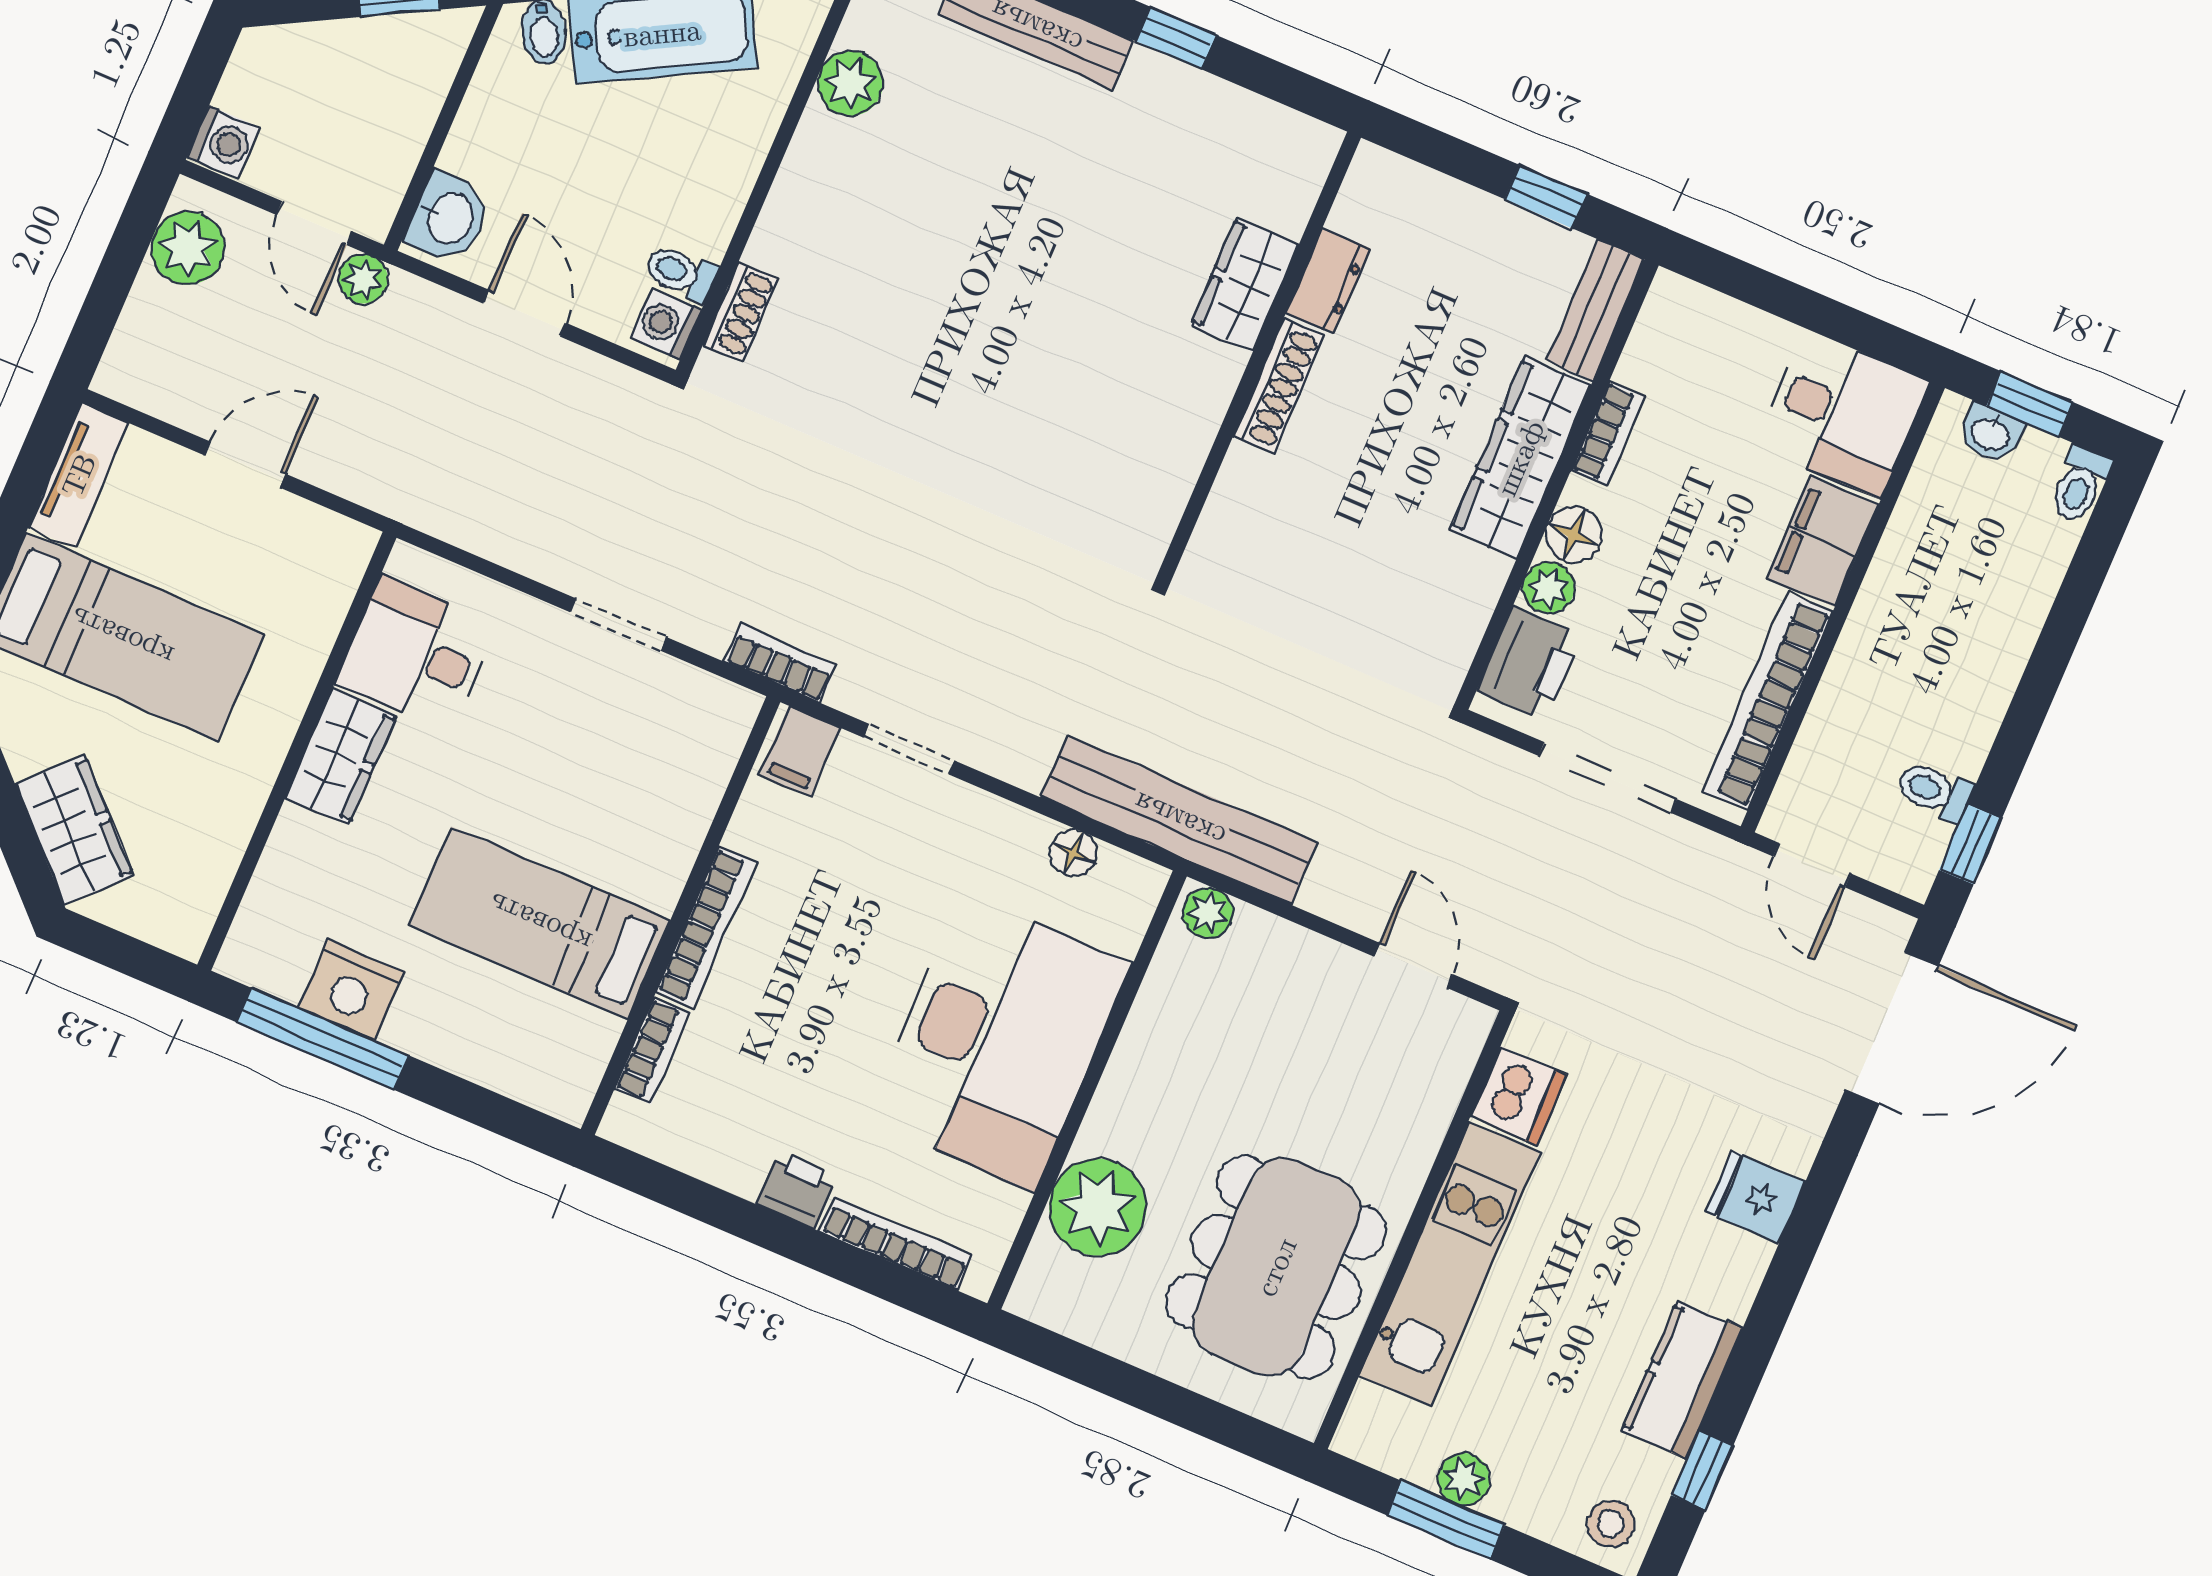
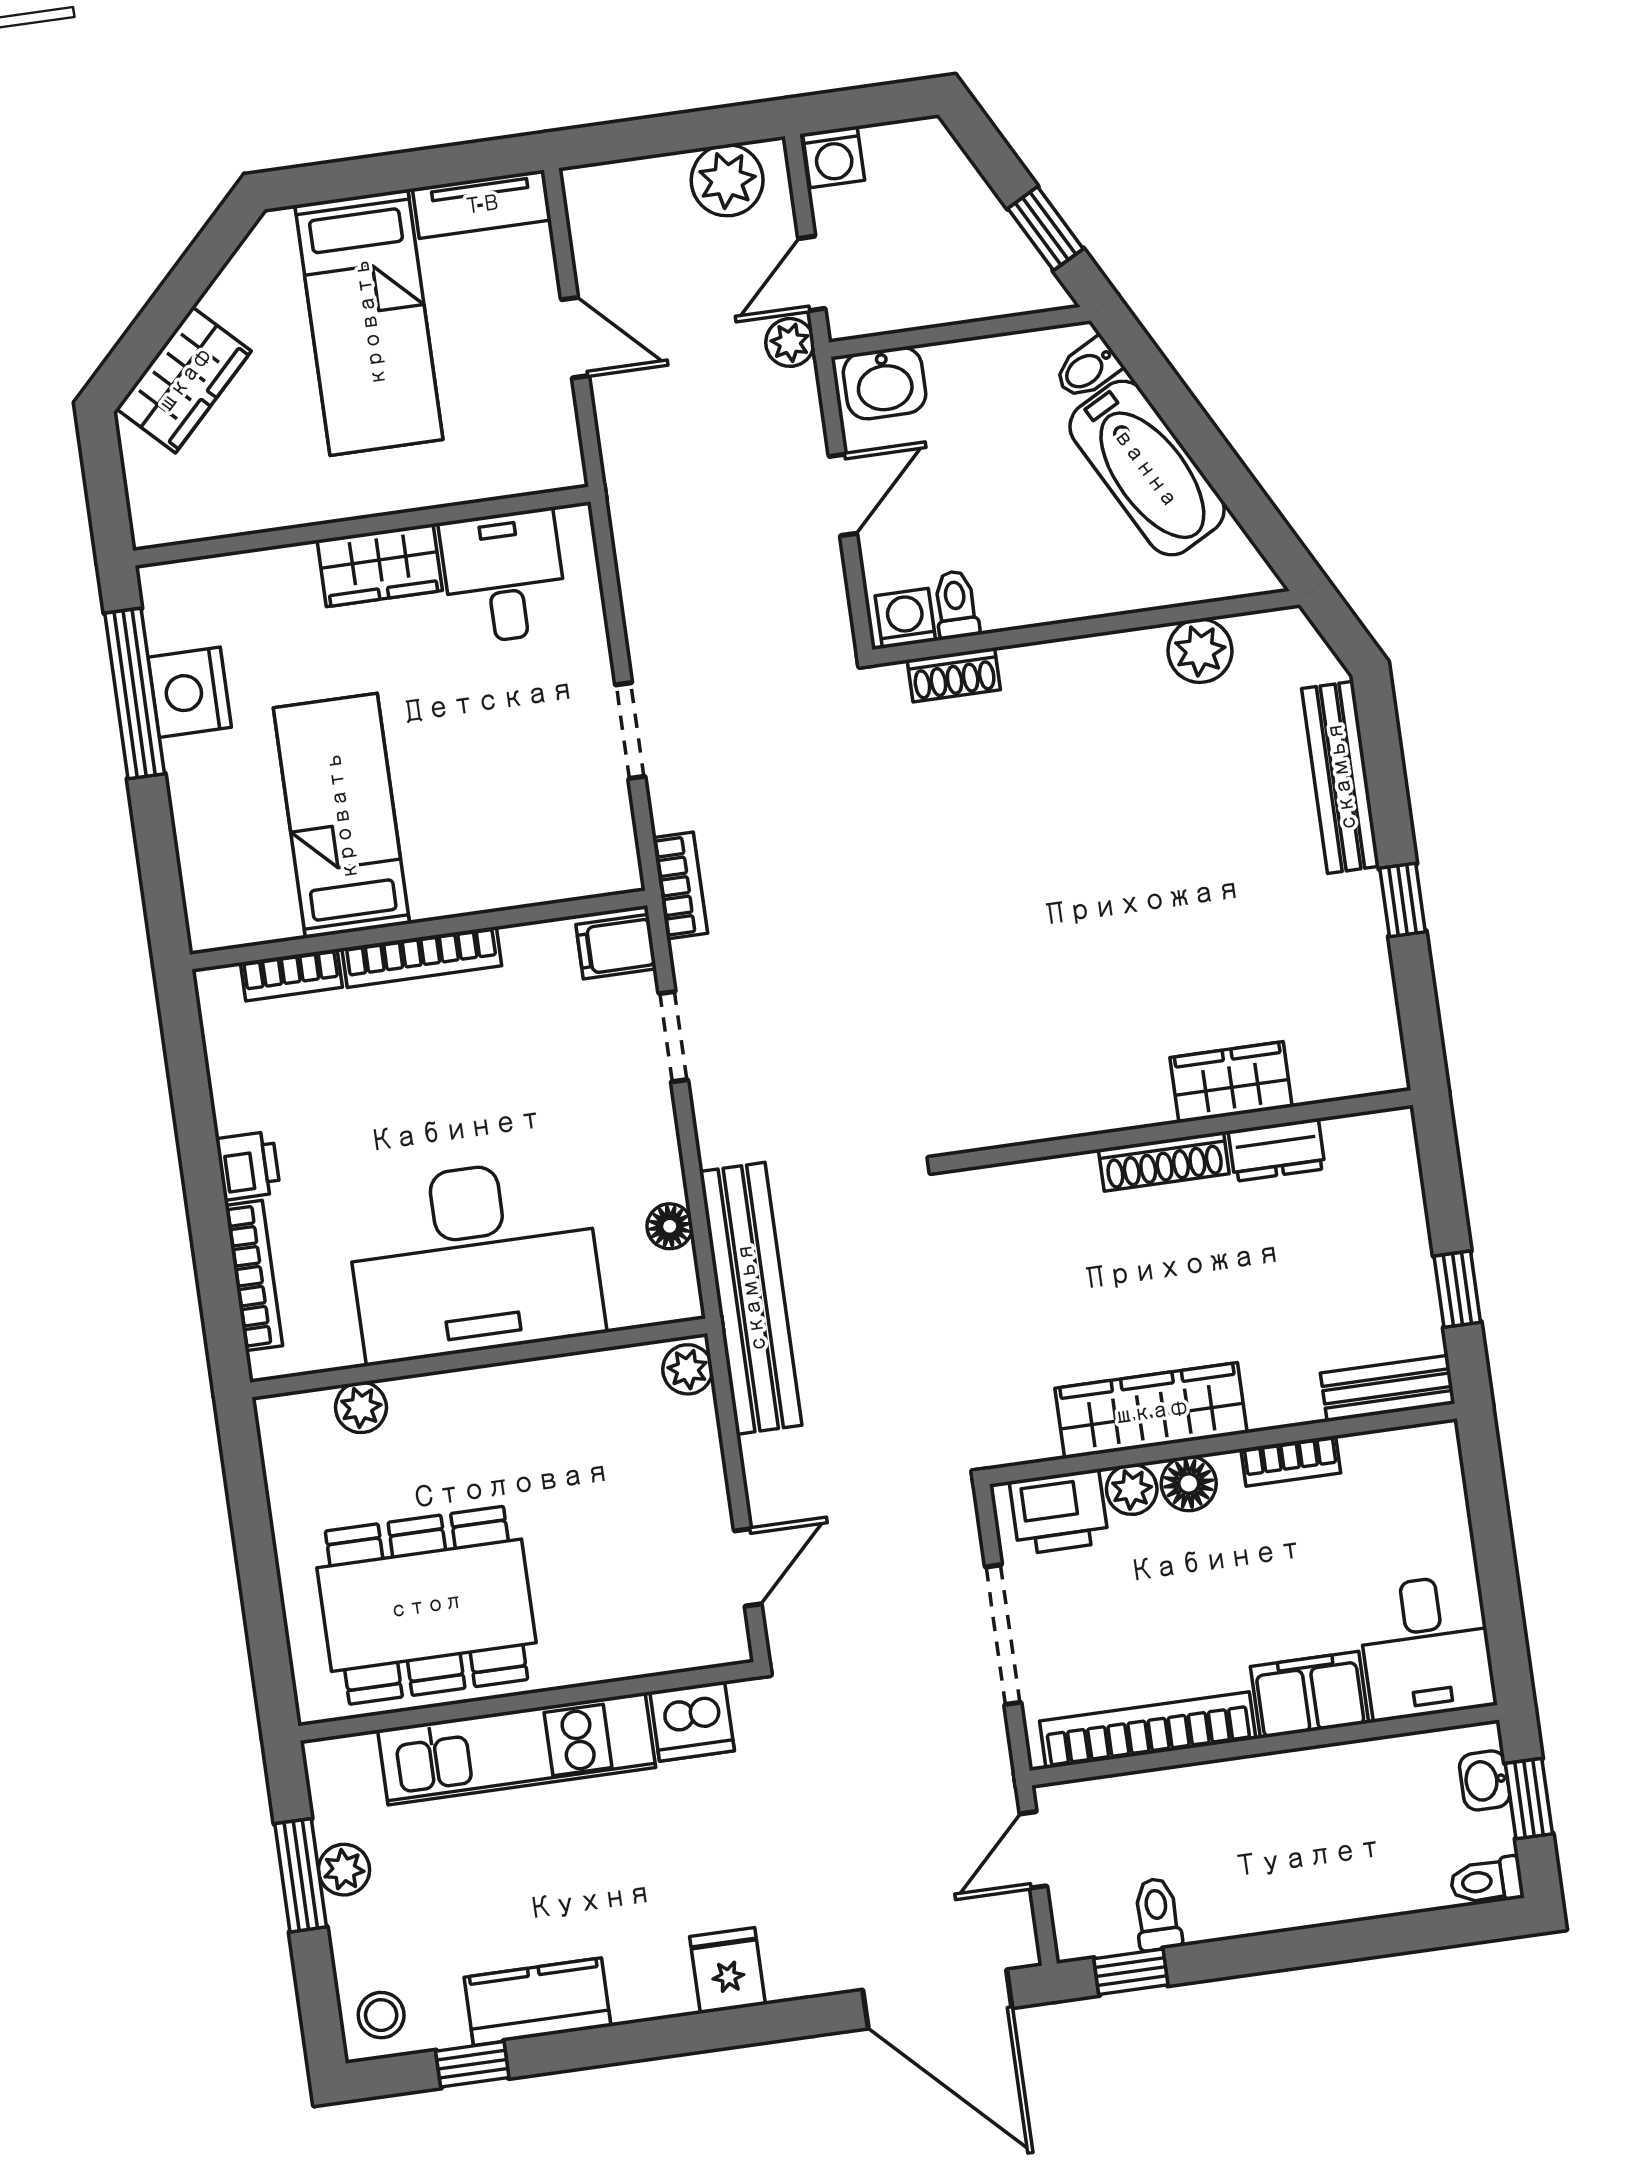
wardrobe: (1520, 458) -> (1151, 1411), moved
plant: (1098, 1207) -> (361, 1407), width x0.53, depth x0.53

